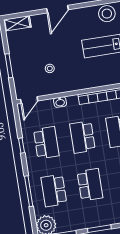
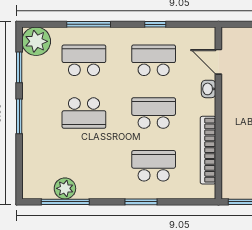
door: (29, 100) -> (218, 62), moved
school desk: (46, 143) -> (154, 60), turned 180

